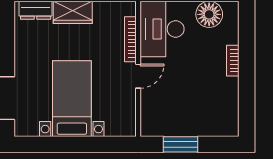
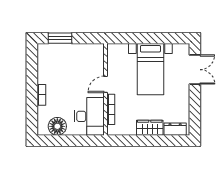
window: (181, 144) -> (60, 38), moved

